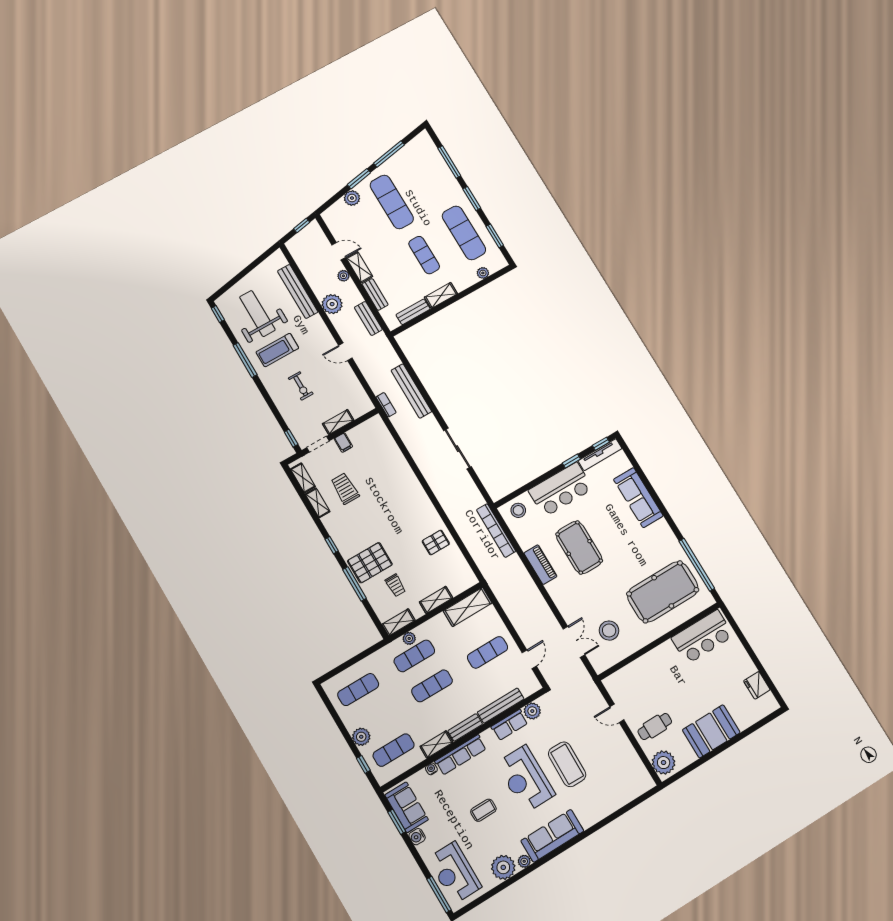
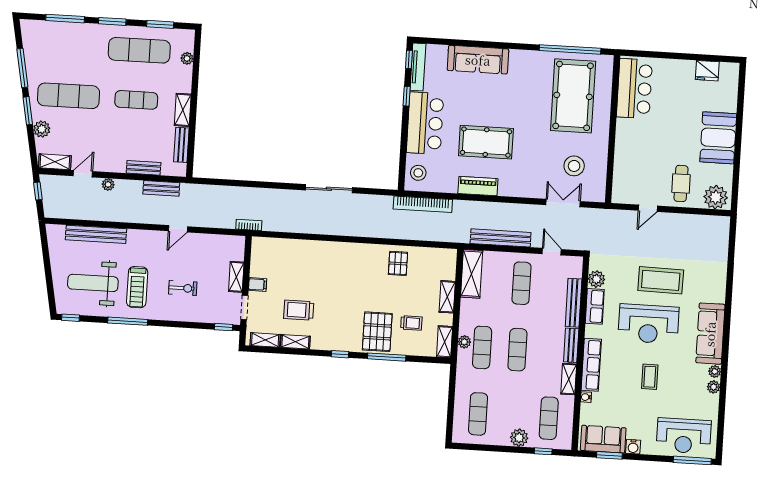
shelving: (359, 267) -> (55, 162), moved
plant: (332, 304) -> (127, 212), removed
bench: (411, 391) -> (501, 238), moved
plant: (503, 867) -> (713, 387), width x0.53, depth x0.53

